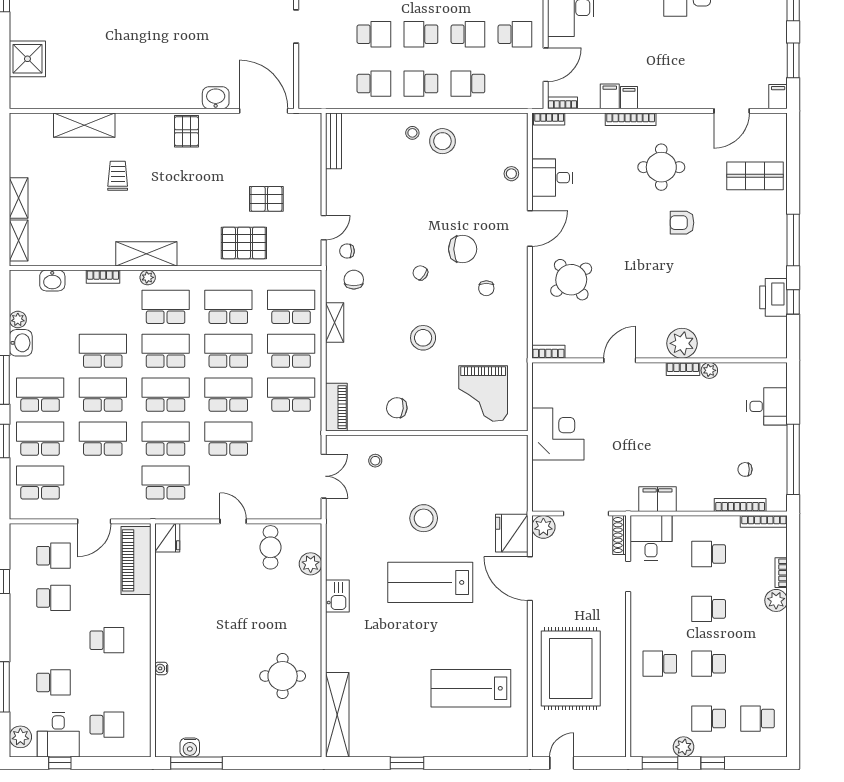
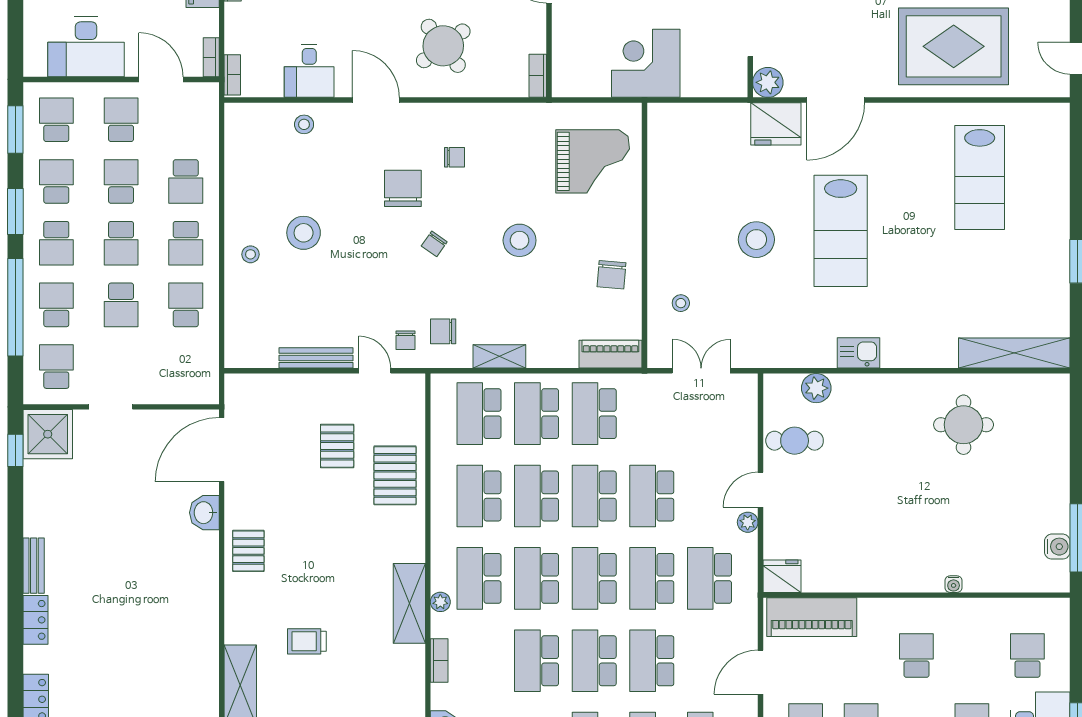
school desk: (374, 34) -> (121, 305), turned 180
pallet: (186, 131) -> (248, 551), turned 90
bench: (334, 141) -> (316, 358), moved
stool: (442, 141) -> (304, 233), moved
plant: (208, 512) -> (748, 522), added
door: (94, 521) -> (760, 672), swing flipped

